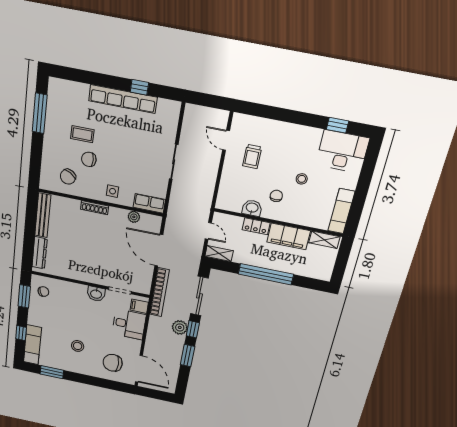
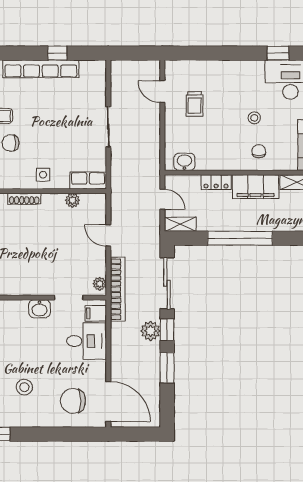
chair: (276, 196) -> (259, 151), moved
washbasin: (252, 208) -> (184, 162), moved
door: (159, 250) -> (108, 235), width x0.53
plant: (146, 285) -> (100, 284), added

